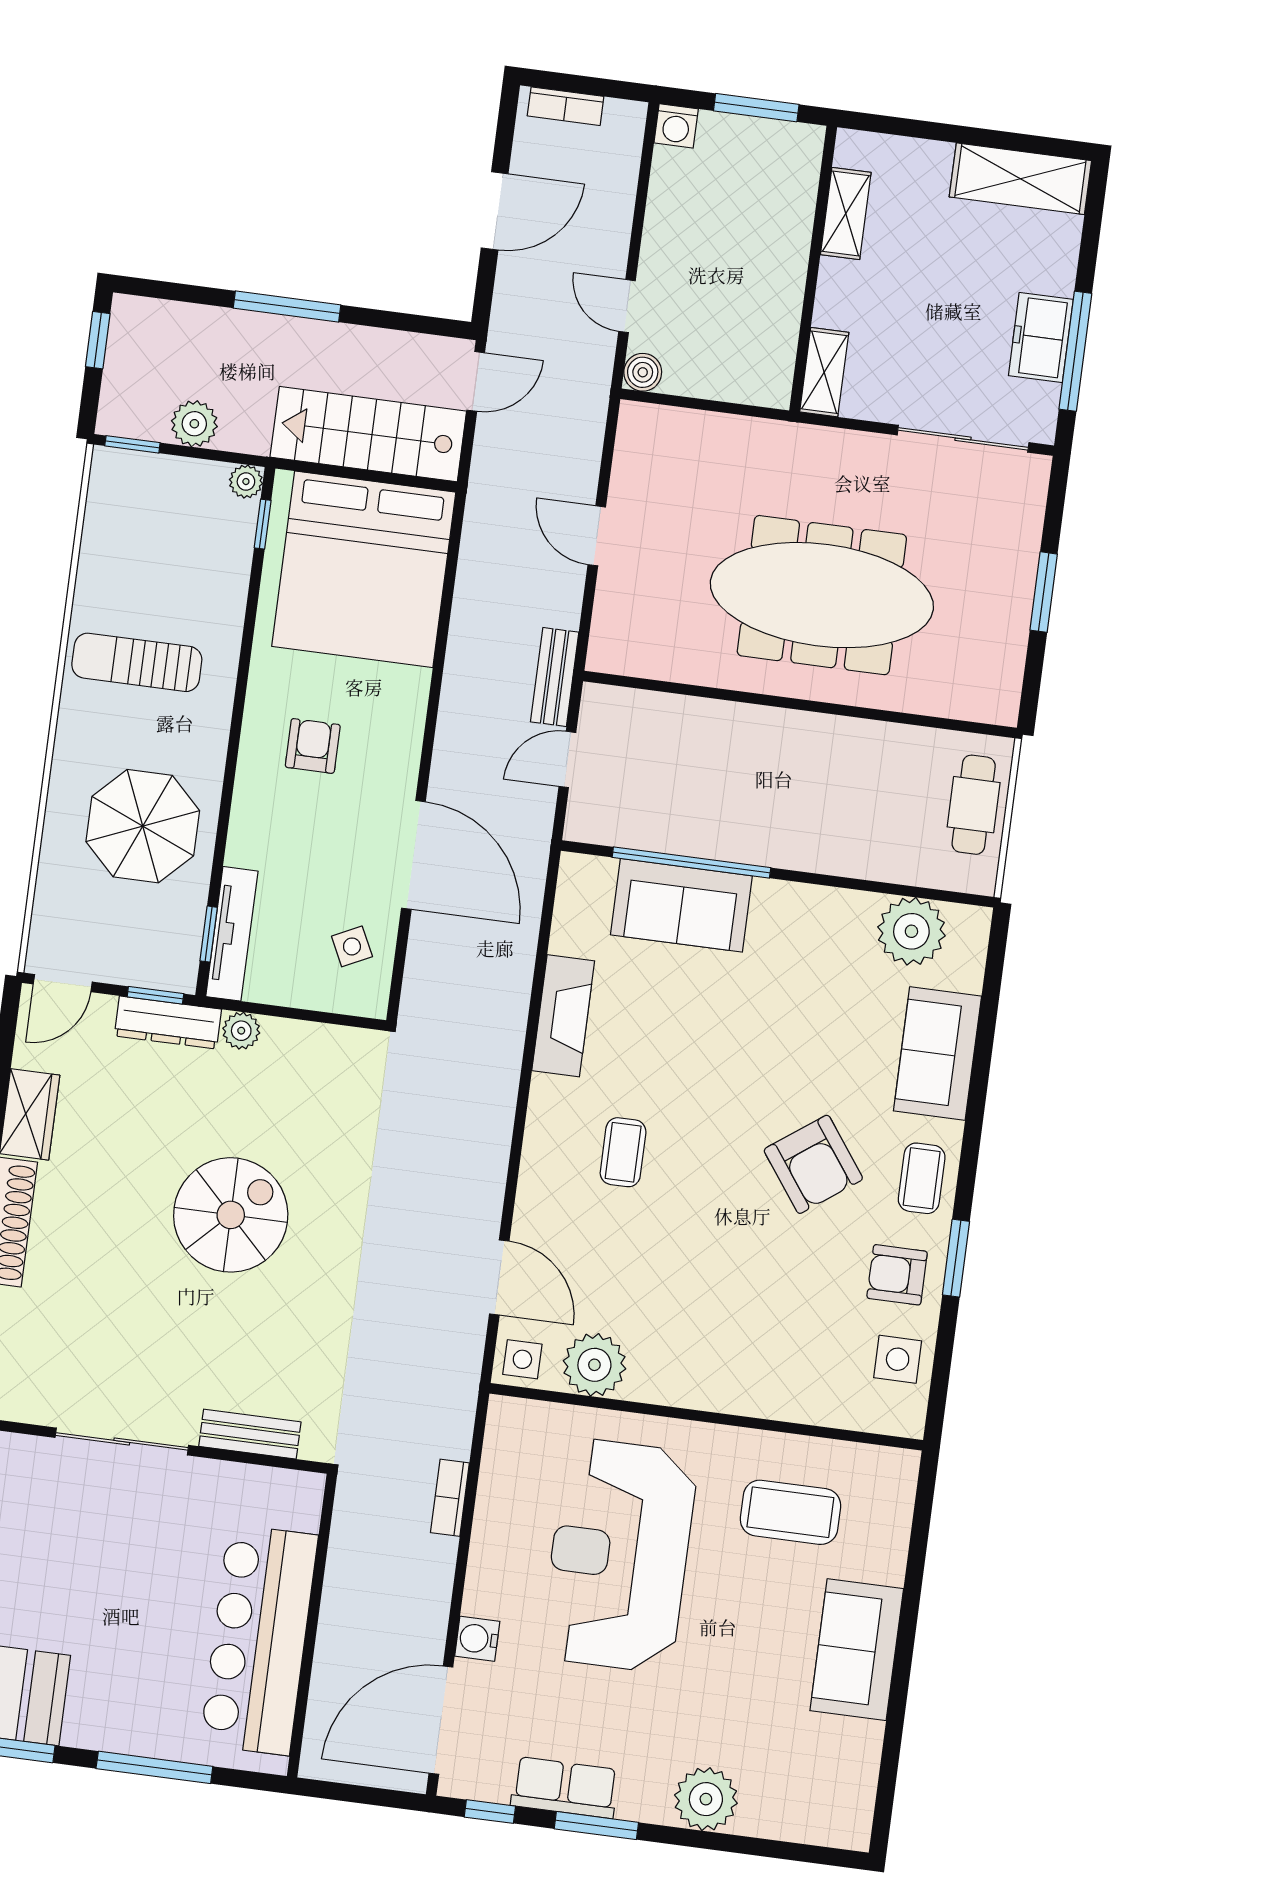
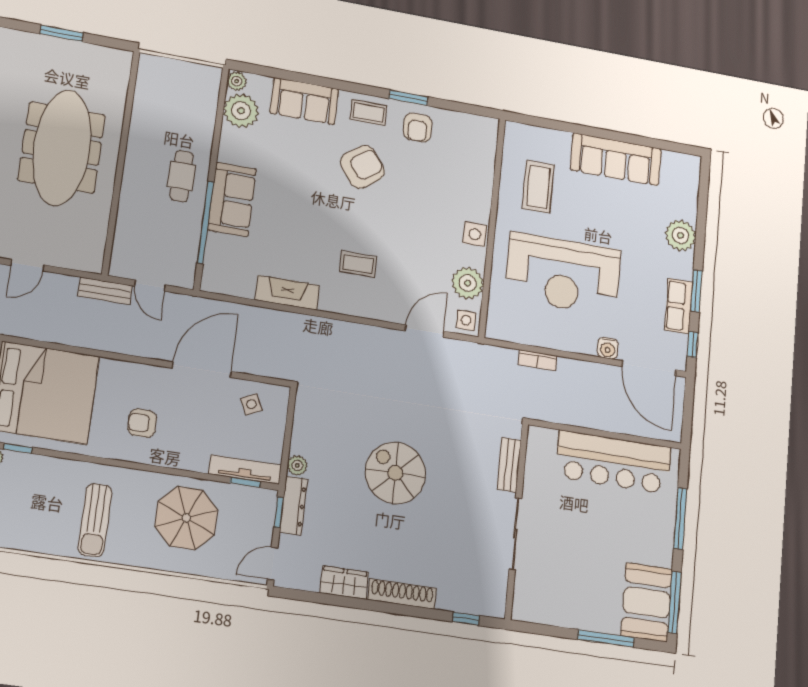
cafe table: (974, 805) -> (182, 176), moved, turned 90
sofa: (681, 905) -> (232, 199), moved
plant: (969, 923) -> (237, 81), added
door: (63, 983) -> (273, 564), swing flipped
side table: (898, 1359) -> (475, 234), moved
sofa: (857, 1650) -> (616, 159), width x1.36

